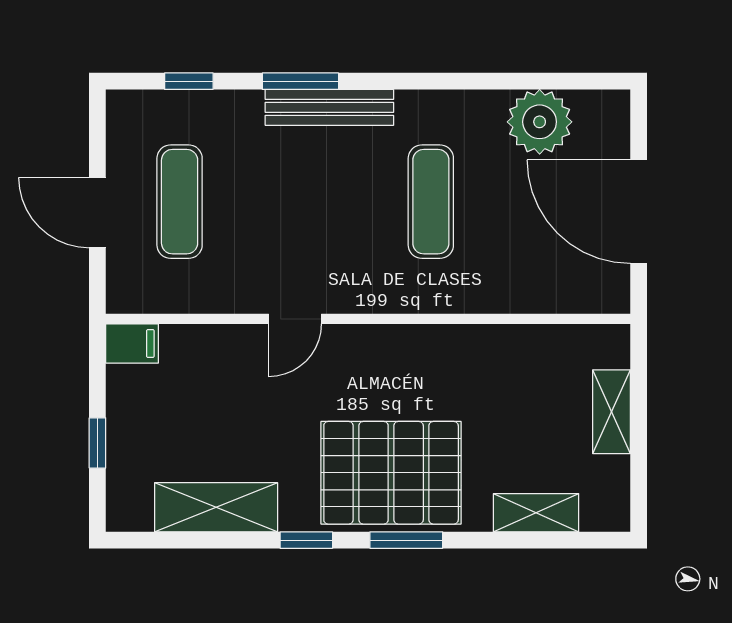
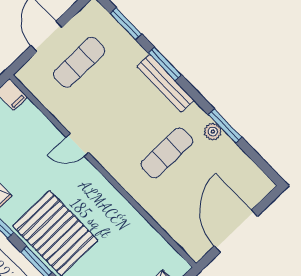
window: (189, 81) -> (126, 24), width x1.50
window: (473, 81) -> (225, 126), added
plant: (540, 122) -> (213, 132), moved, width x0.53, depth x0.53

